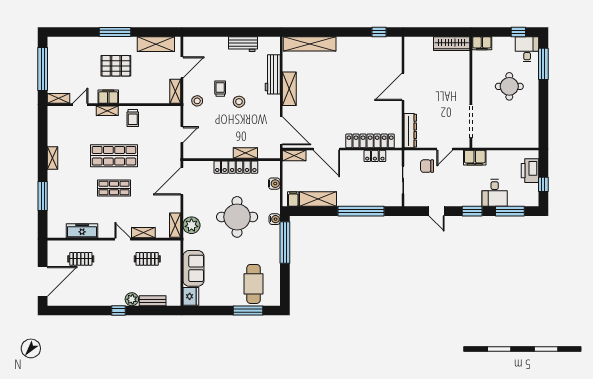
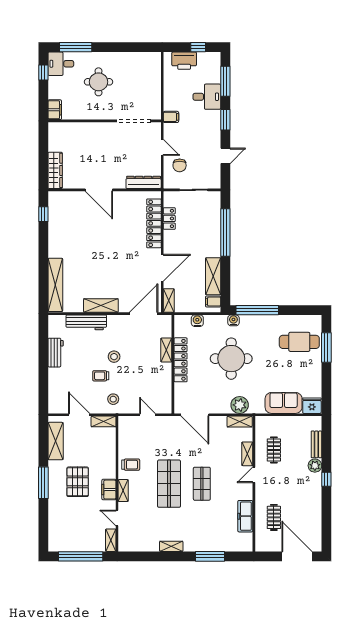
wardrobe: (452, 44) -> (55, 170), moved
filing cabinet: (475, 158) -> (171, 117), width x0.50

